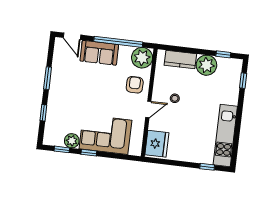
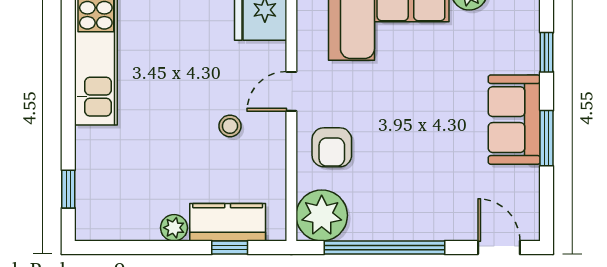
sofa: (99, 53) -> (514, 120), moved, turned -90
window: (223, 54) -> (230, 247), moved
plant: (206, 65) -> (174, 228), width x0.53, depth x0.53

